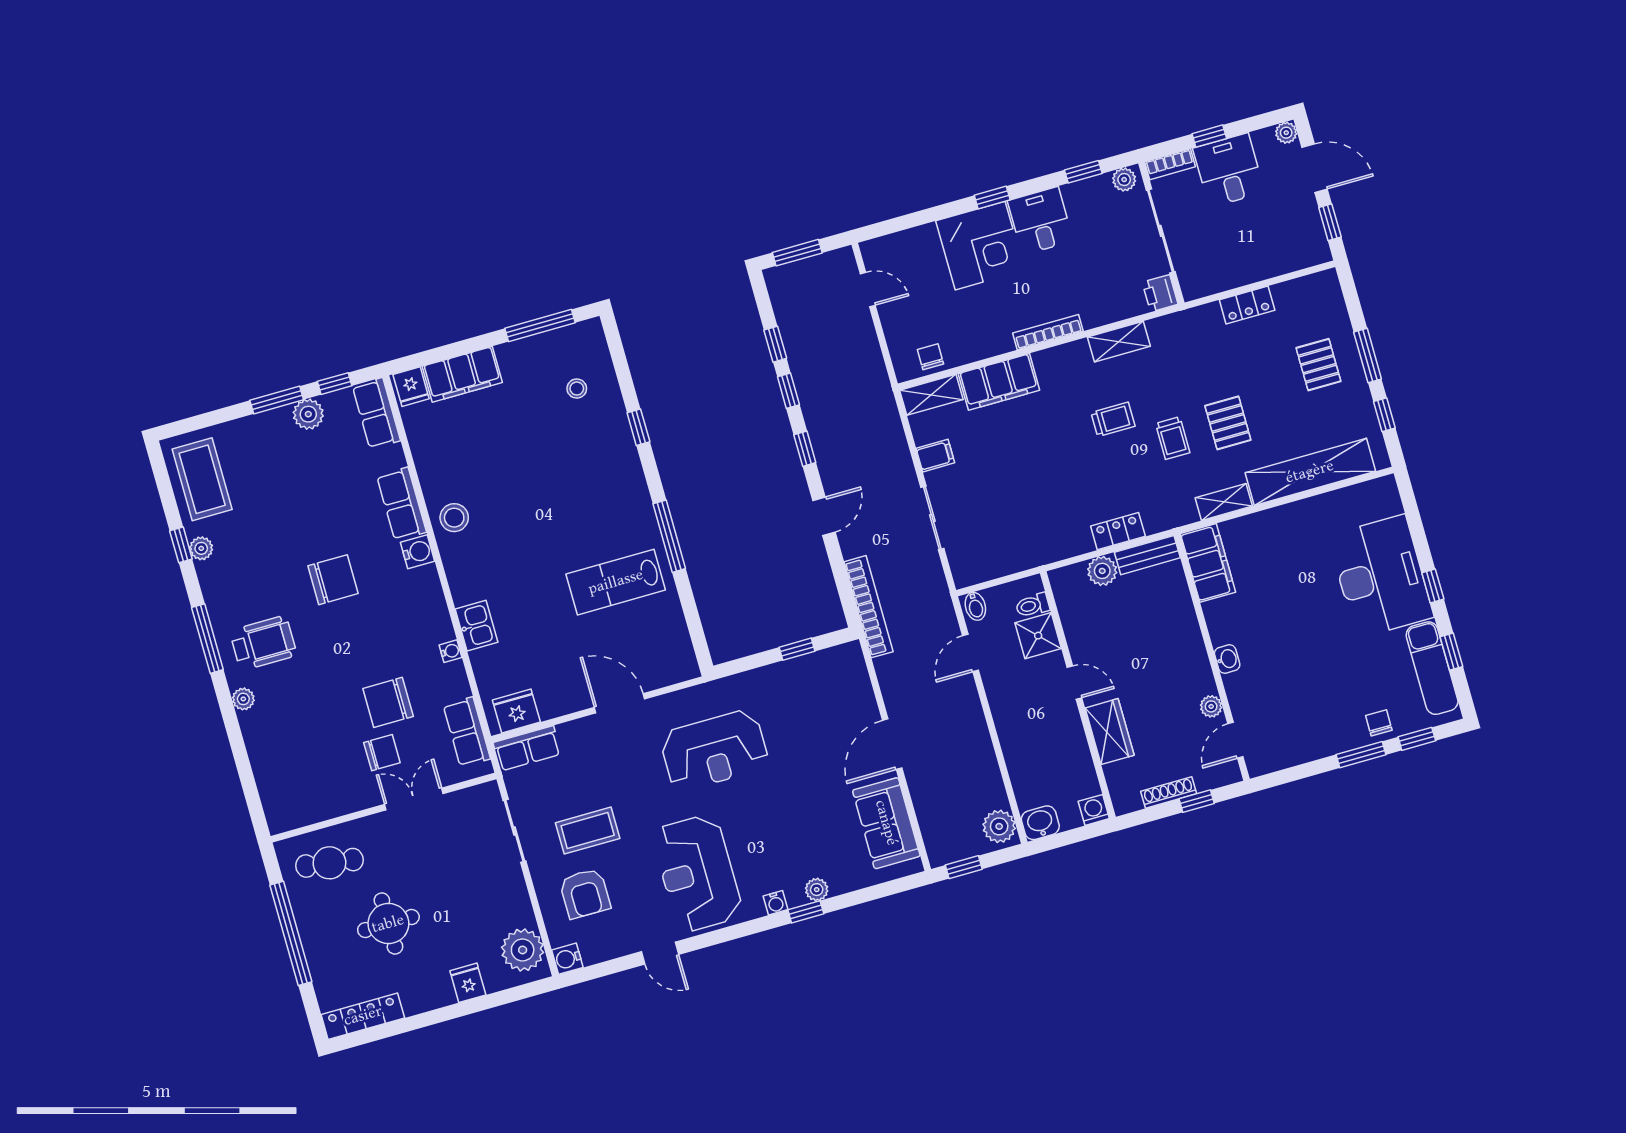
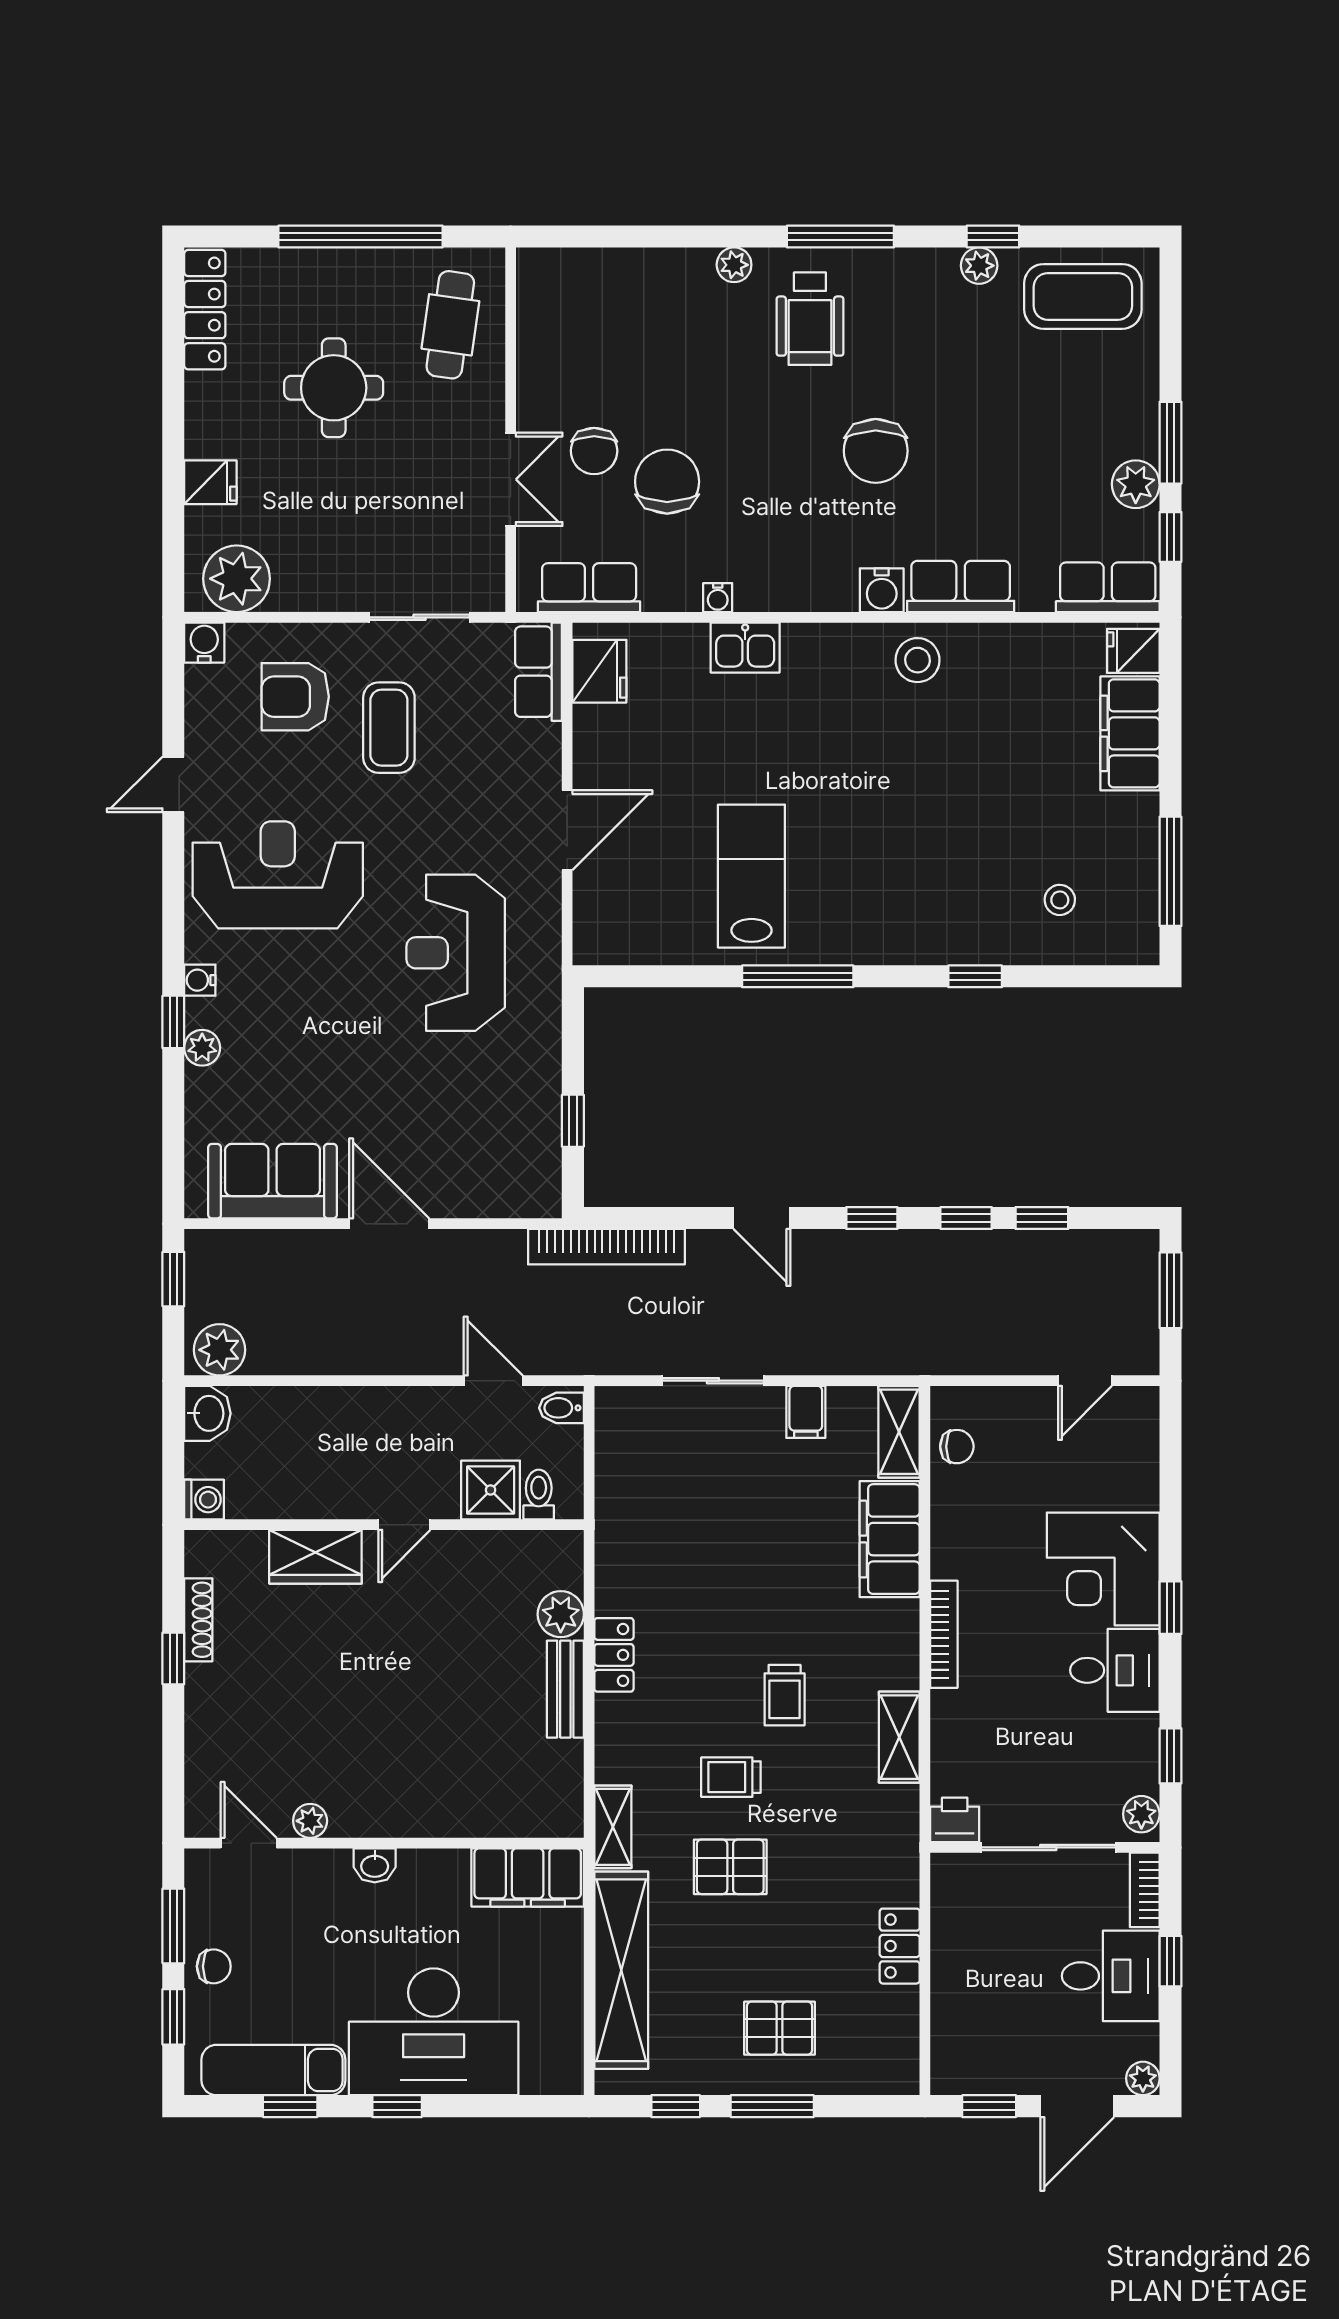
filing cabinet: (1208, 563) -> (528, 1877), moved
wall: (1212, 657) -> (384, 1843), moved
washbasin: (1227, 659) -> (375, 1865), moved
plant: (1211, 706) -> (310, 1821), moved
door: (1235, 740) -> (249, 1843), moved

